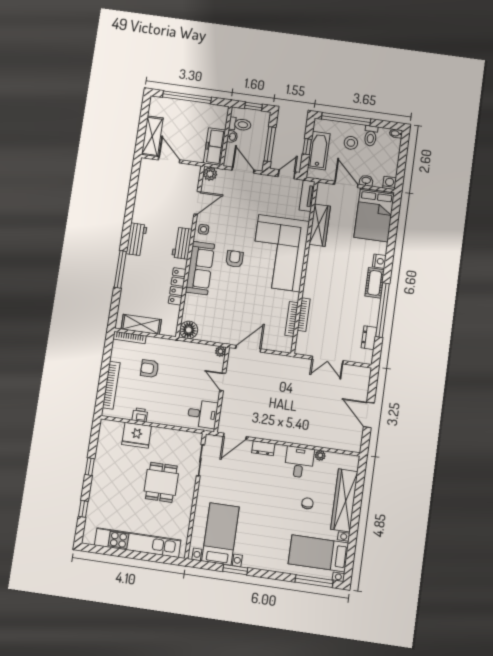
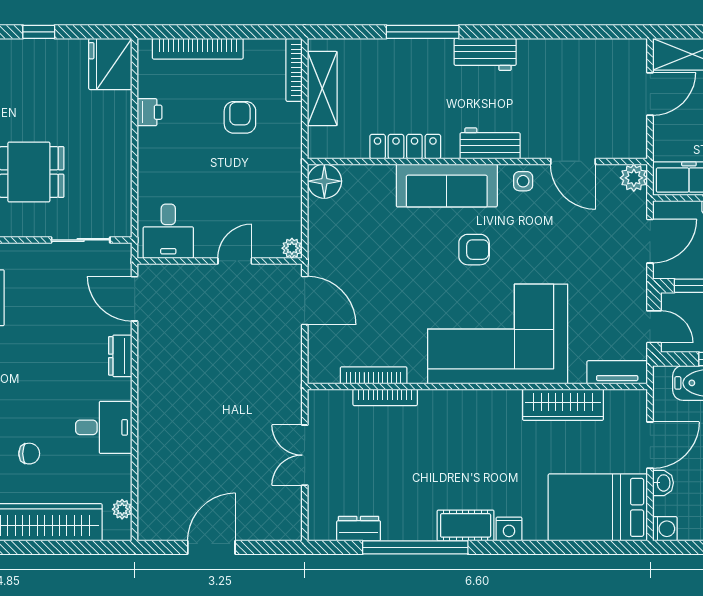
fridge: (137, 435) -> (110, 64), moved
plant: (320, 455) -> (122, 509), moved

